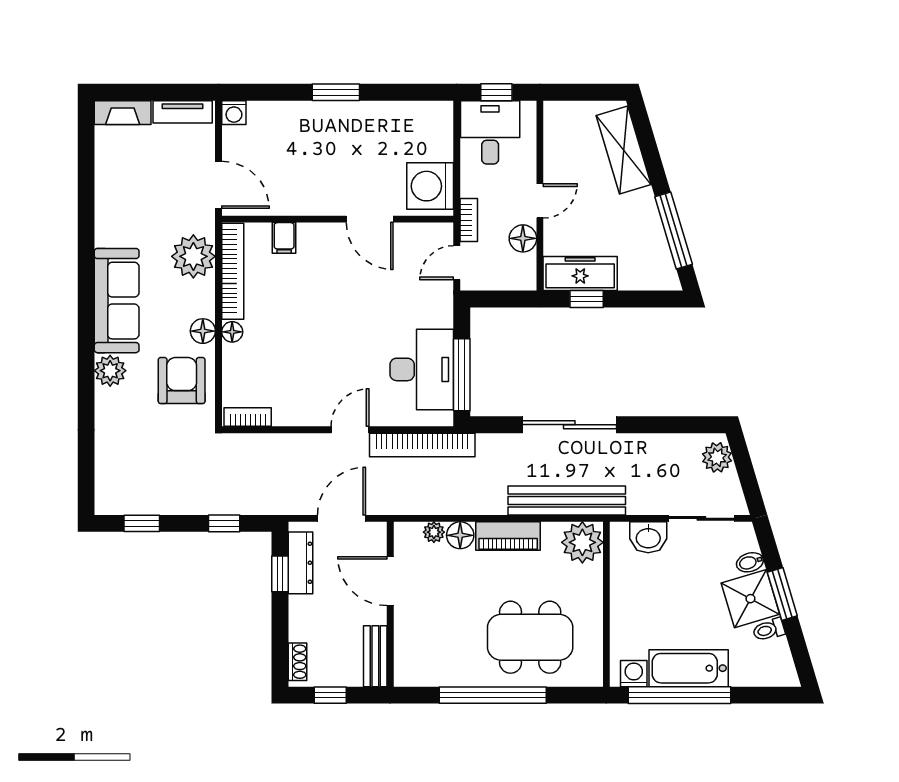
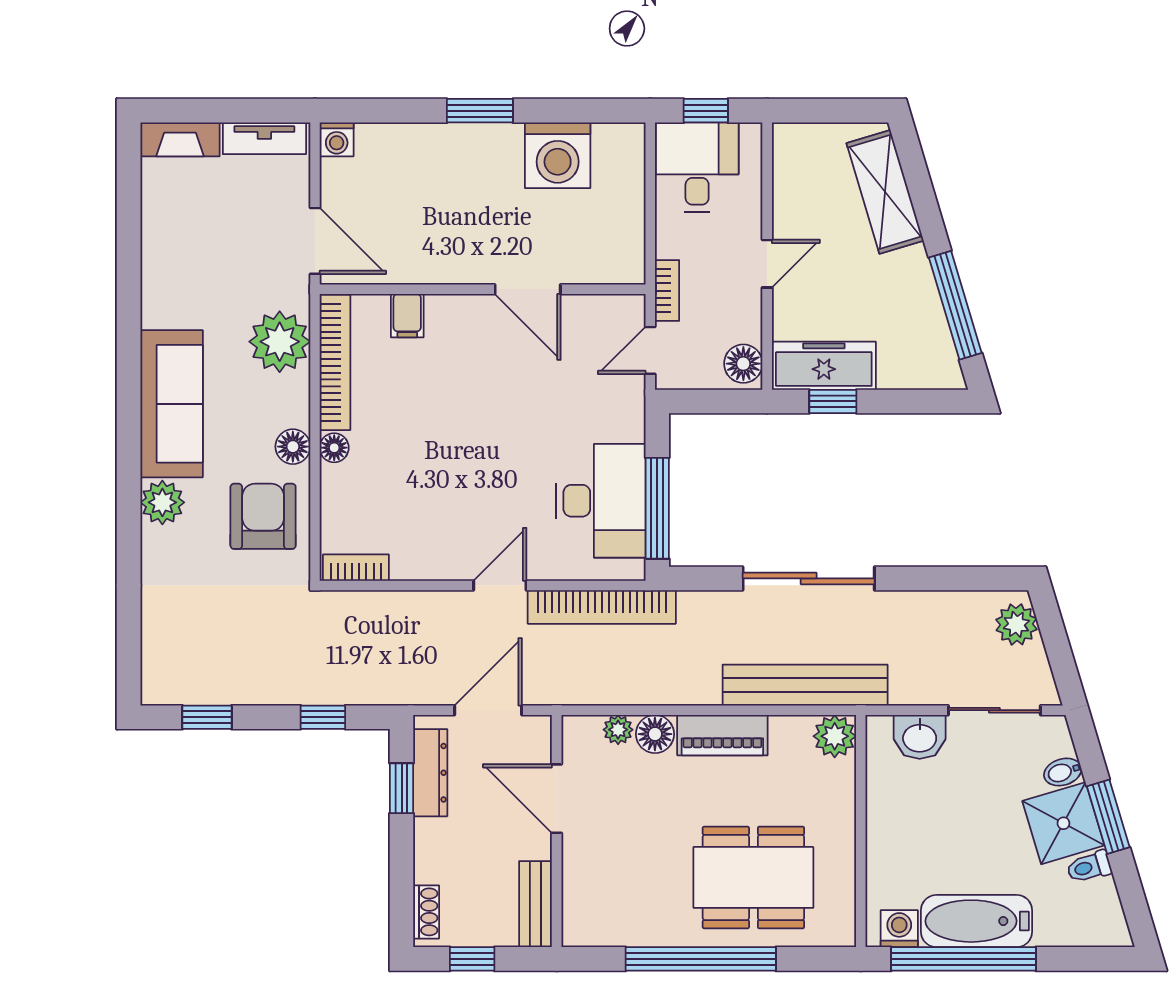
washing machine: (430, 186) -> (558, 155), moved, turned -90
floor lamp: (523, 238) -> (743, 364), moved
plant: (582, 542) -> (835, 736), width x0.73, depth x0.73

